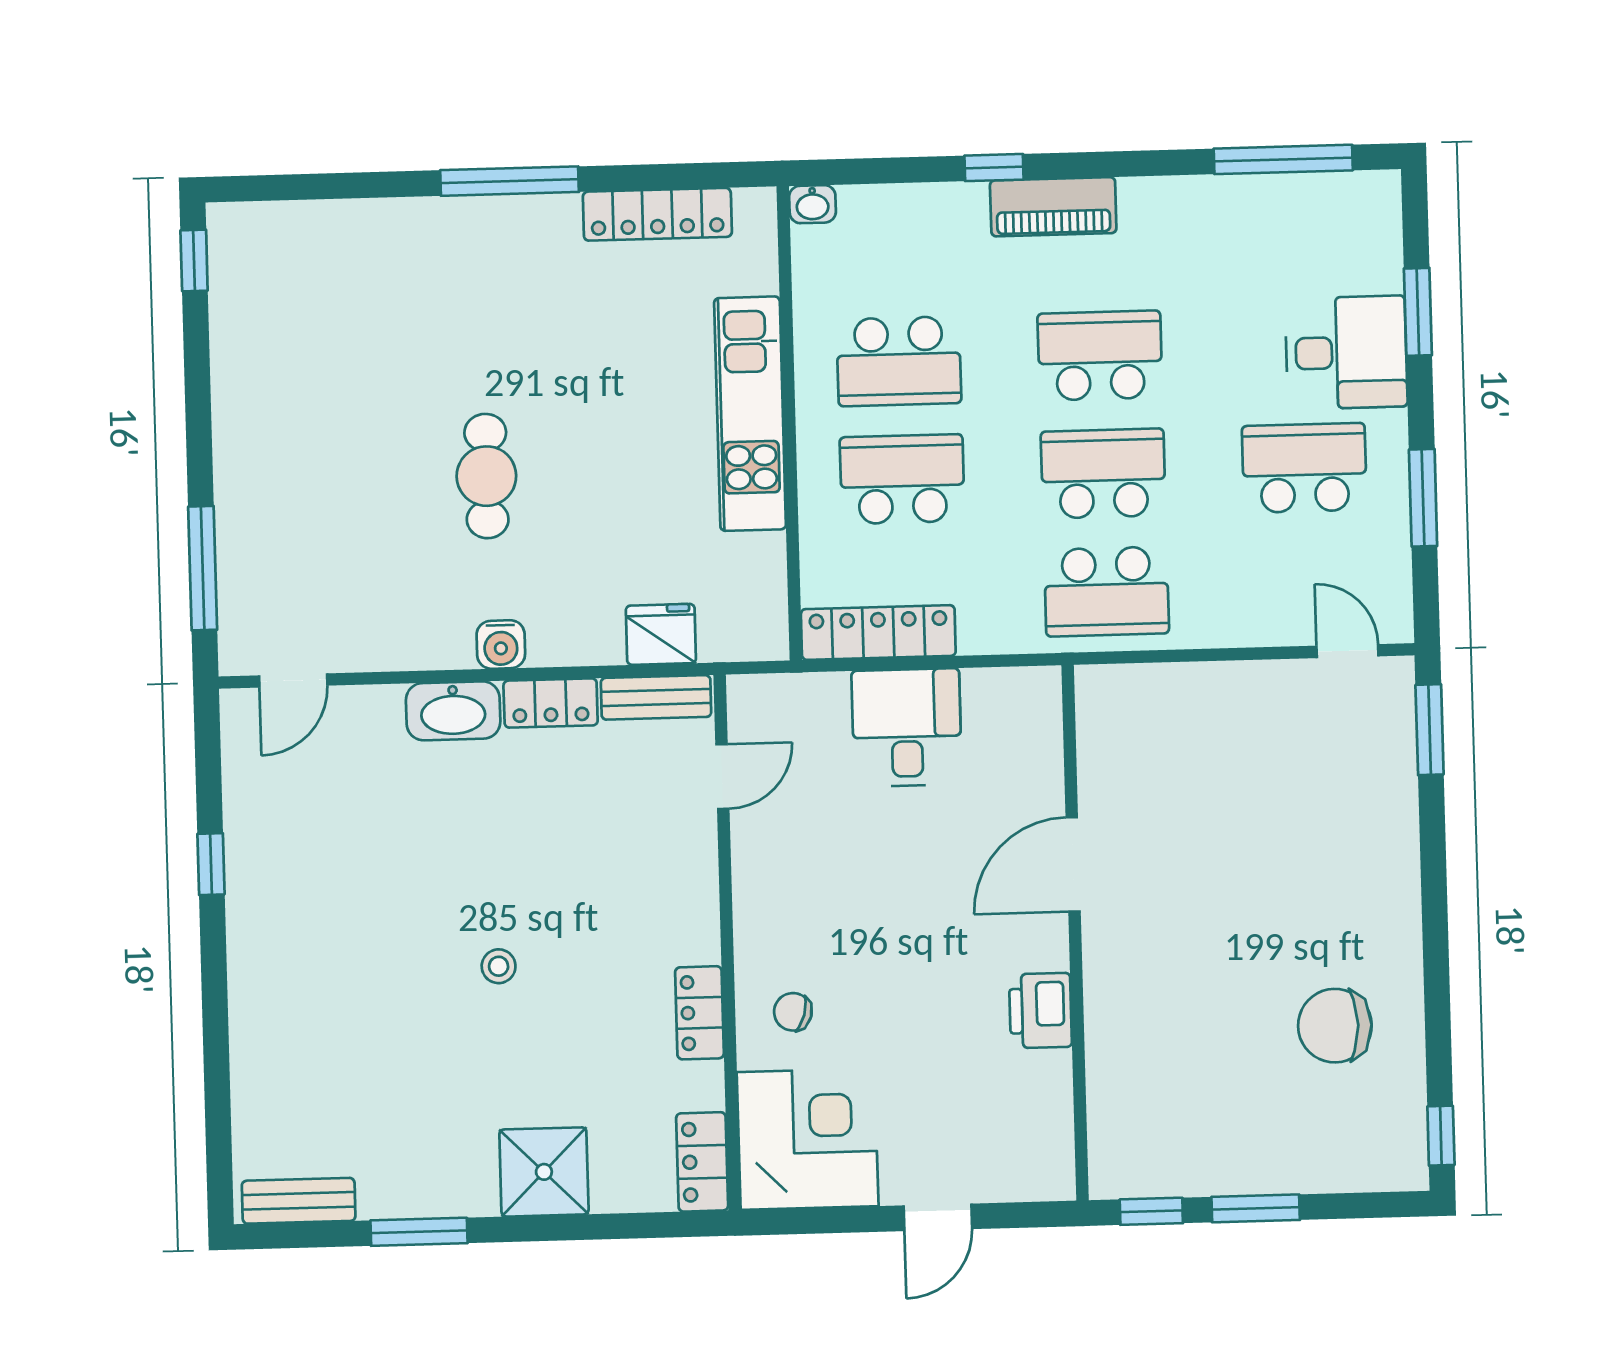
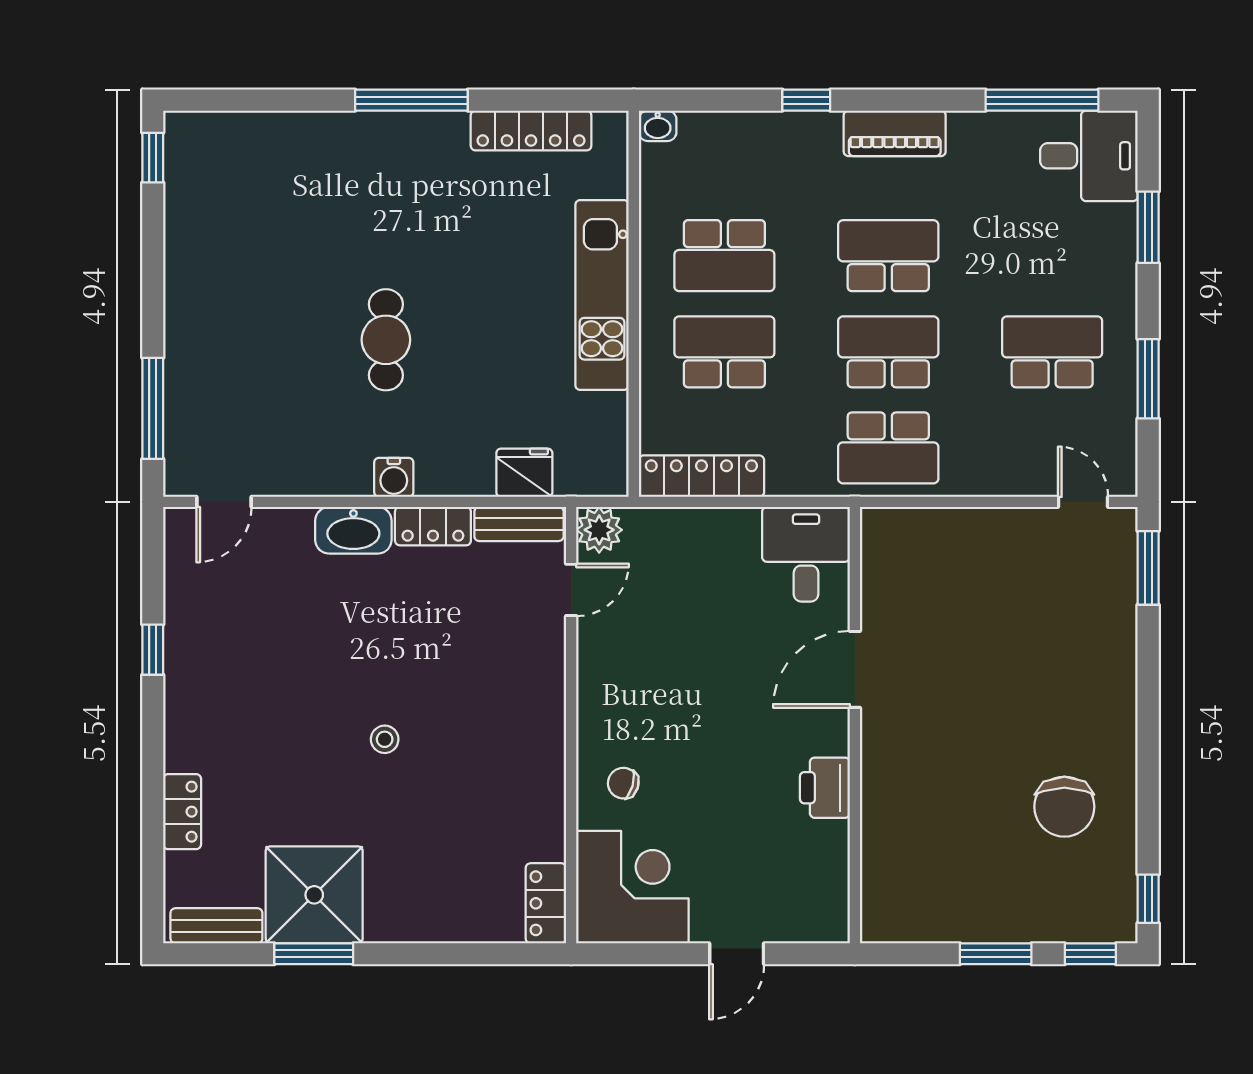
piano: (1053, 207) -> (895, 133), moved
desk: (1346, 352) -> (1089, 156), moved
plant: (755, 702) -> (599, 530), added
desk: (907, 728) -> (806, 554), moved
locker: (700, 1013) -> (182, 812), moved, turned 180
chair: (1335, 1026) -> (1064, 807), turned -90
shower: (544, 1172) -> (314, 895), moved, width x1.37, depth x1.37
window: (1151, 1211) -> (1090, 954), moved

